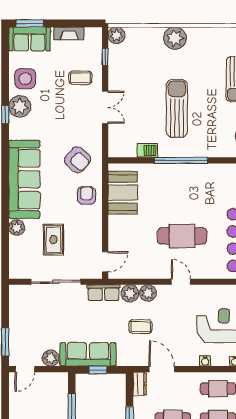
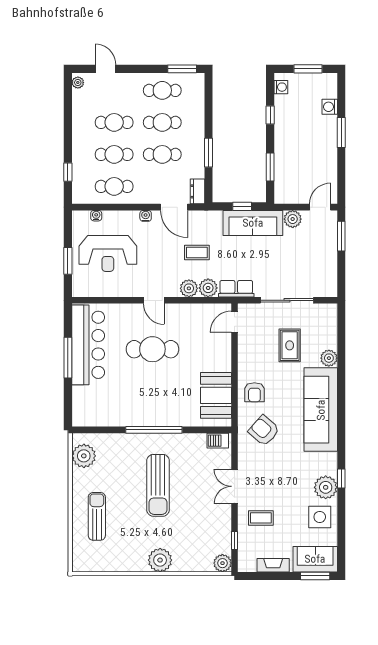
barbecue: (147, 150) -> (218, 441), moved
water cooler: (205, 361) -> (146, 216), moved

